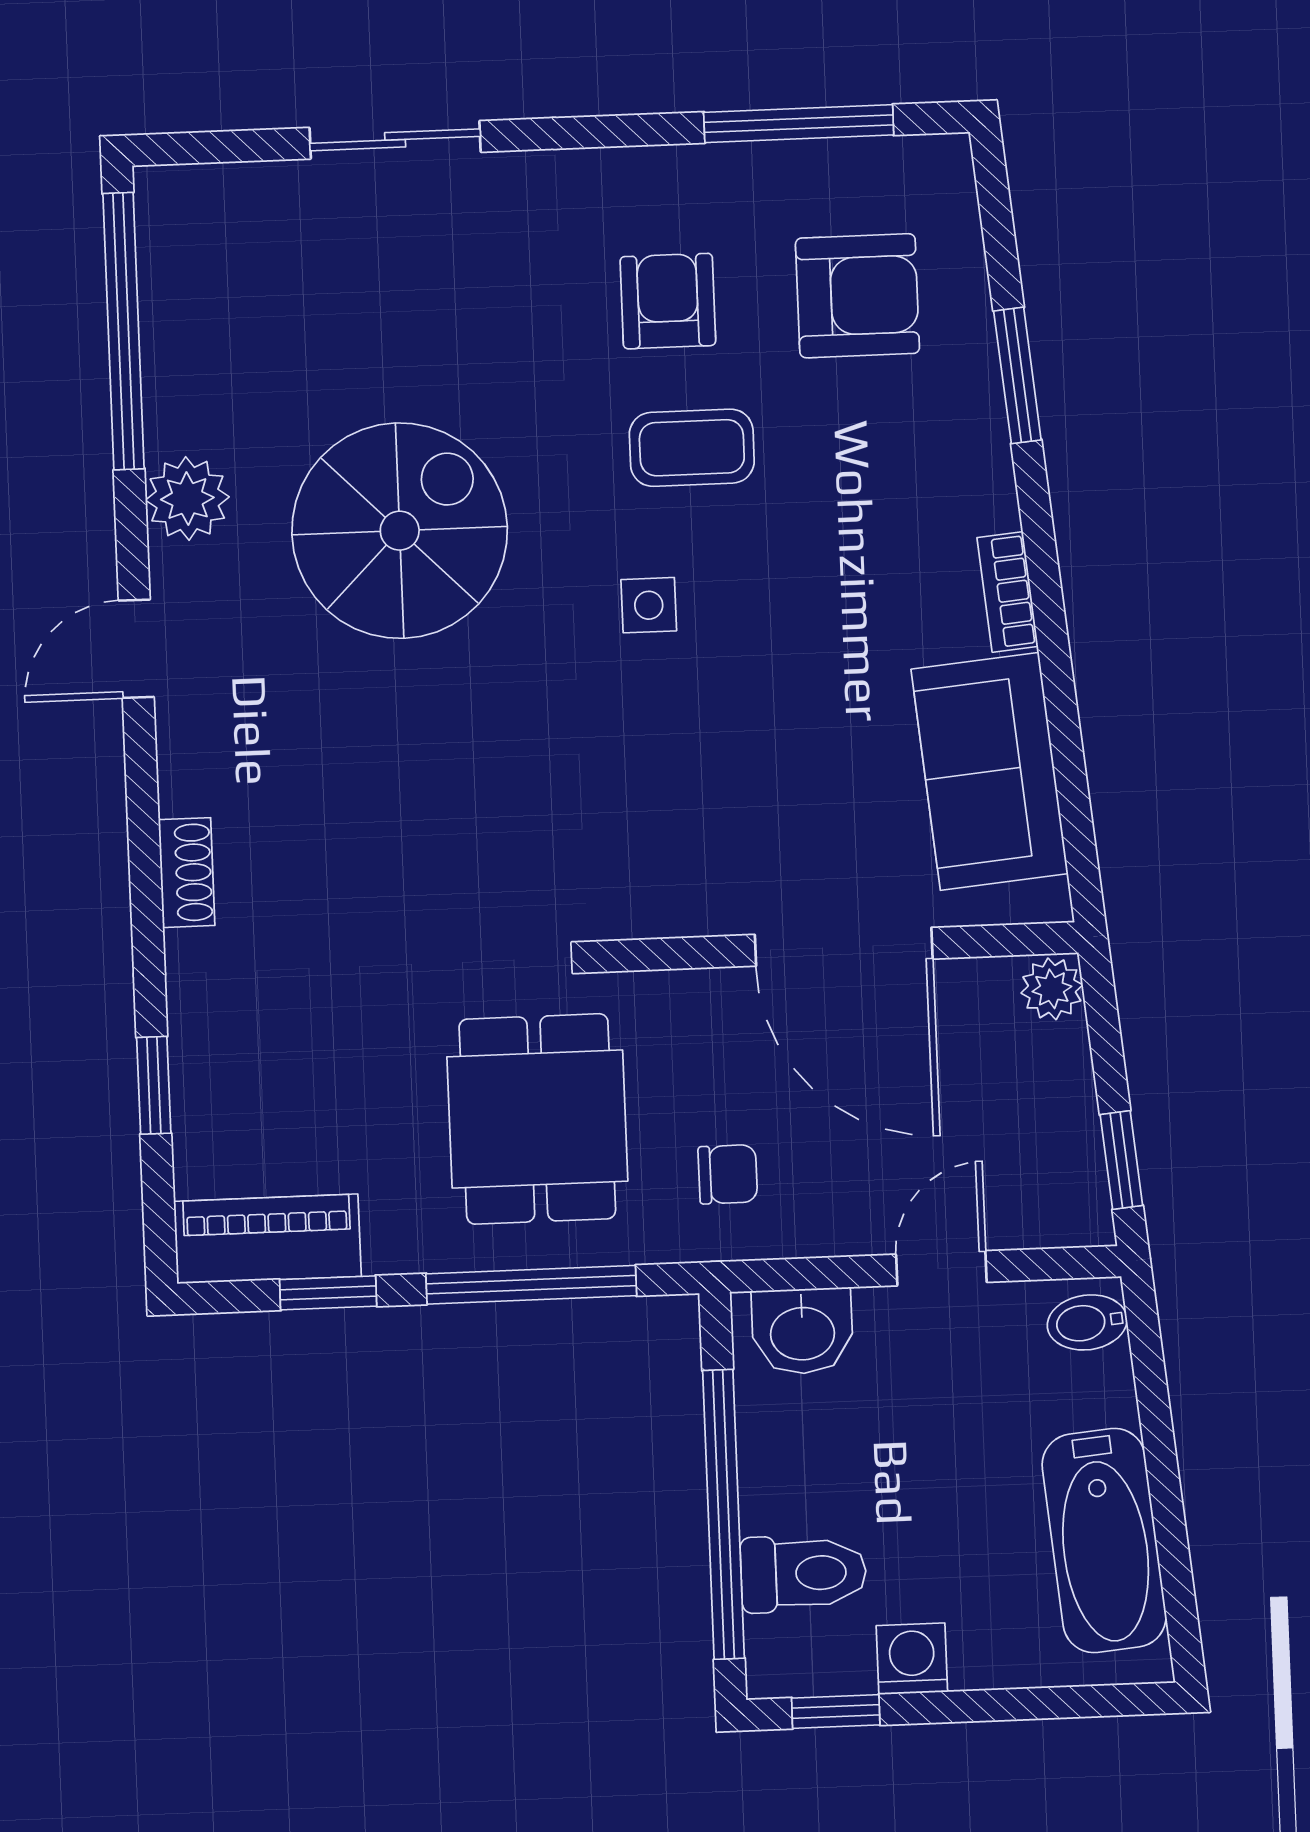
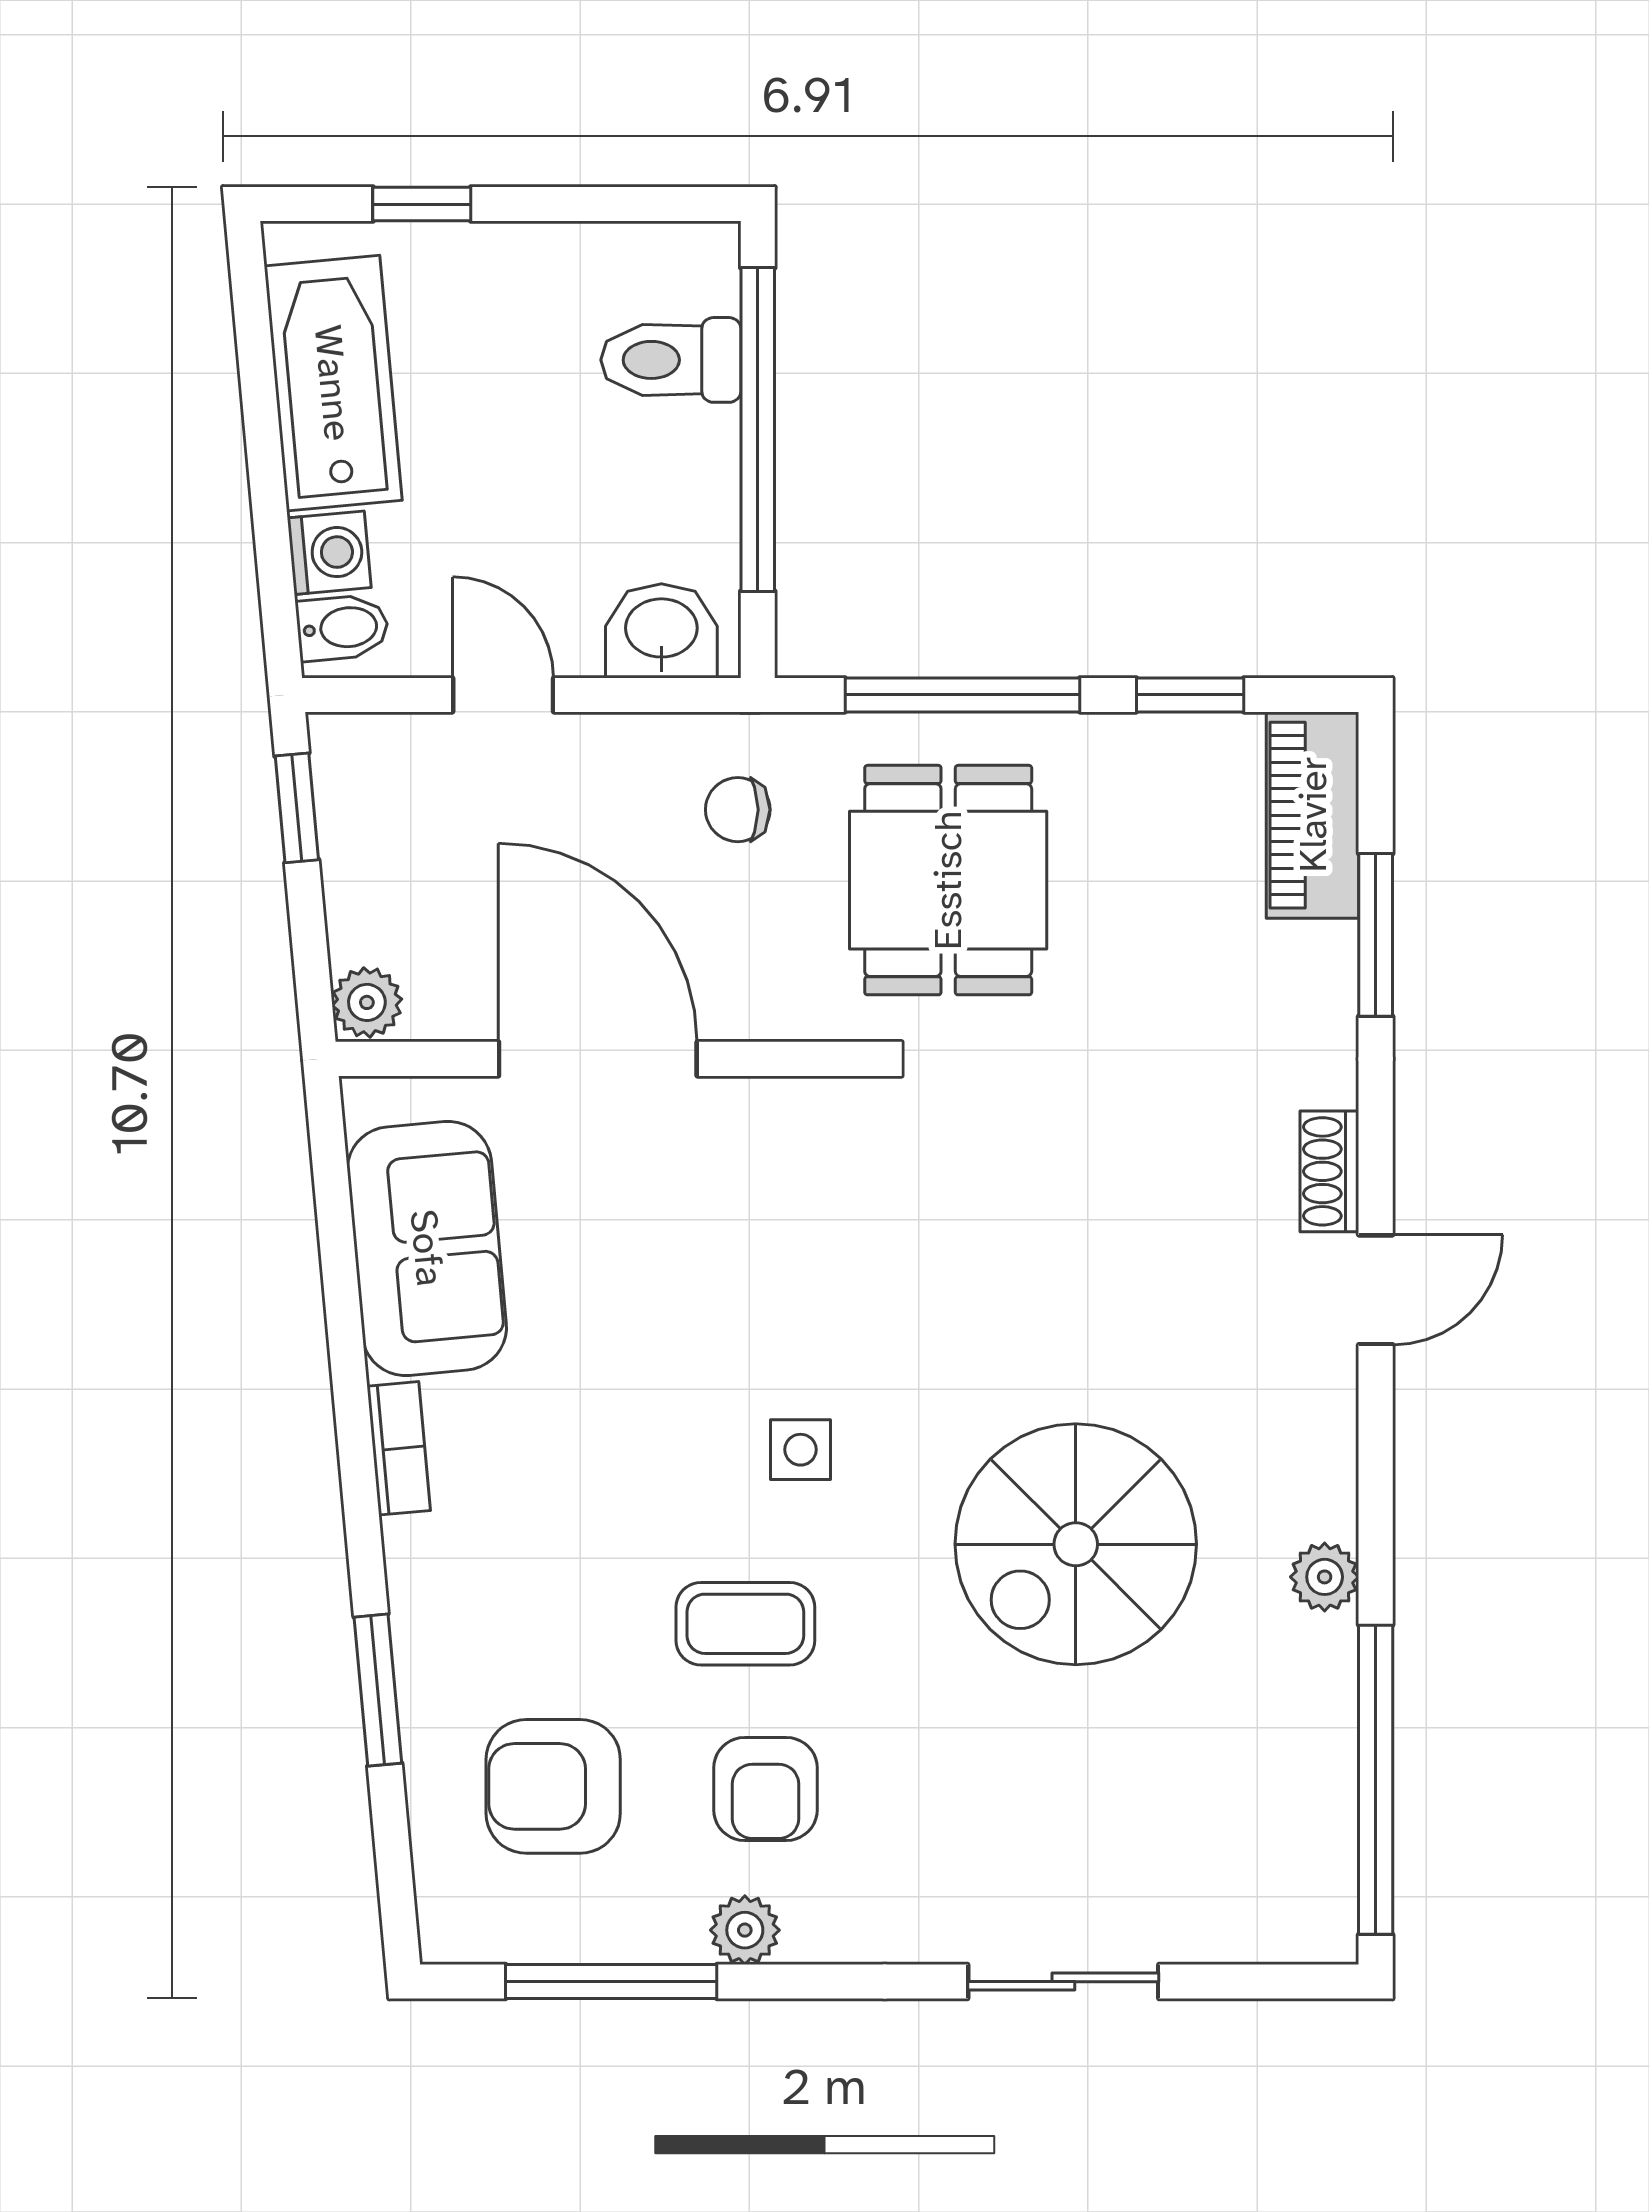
plant: (681, 174) -> (745, 1930), added
plant: (187, 498) -> (1325, 1577), width x0.73, depth x0.73
door: (136, 649) -> (1376, 1290), moved
window: (154, 1085) -> (1376, 935), width x1.50
piano: (267, 1239) -> (1313, 815), moved, turned 90
door: (941, 1268) -> (503, 695), swing flipped
washing machine: (912, 1659) -> (329, 553), moved, turned -95
window: (836, 1711) -> (422, 204), moved

